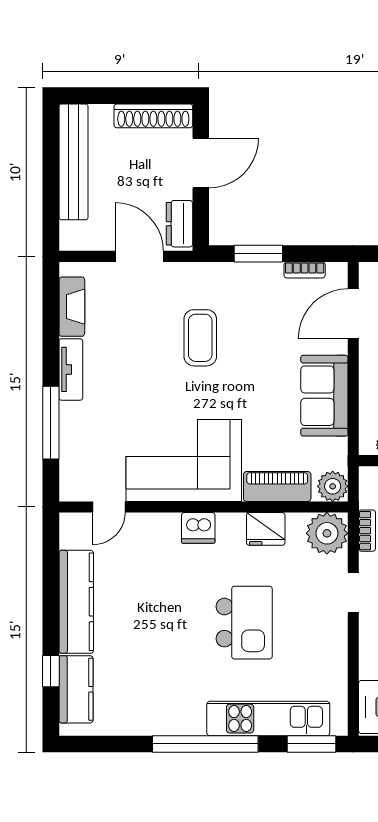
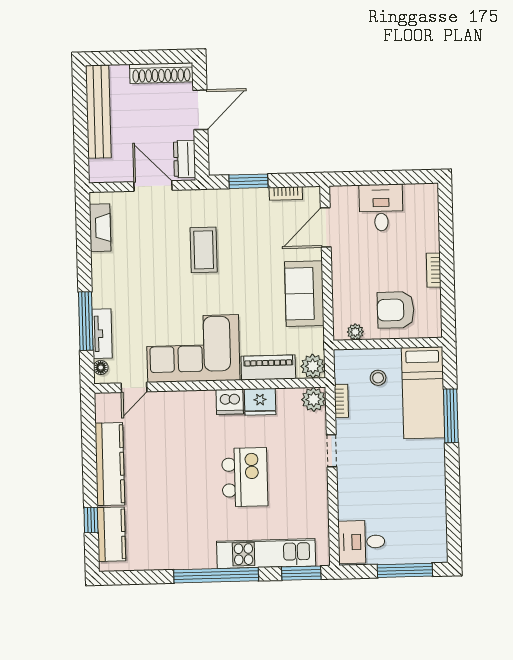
tv unit: (71, 369) -> (102, 334), moved
floor lamp: (68, 481) -> (101, 367), added
dishwasher: (198, 528) -> (230, 402), moved
plant: (327, 533) -> (314, 399), width x0.73, depth x0.73

